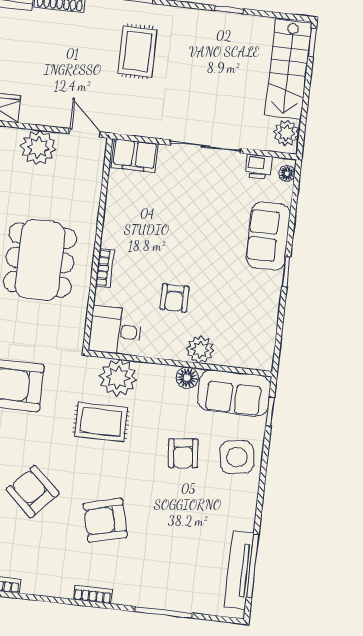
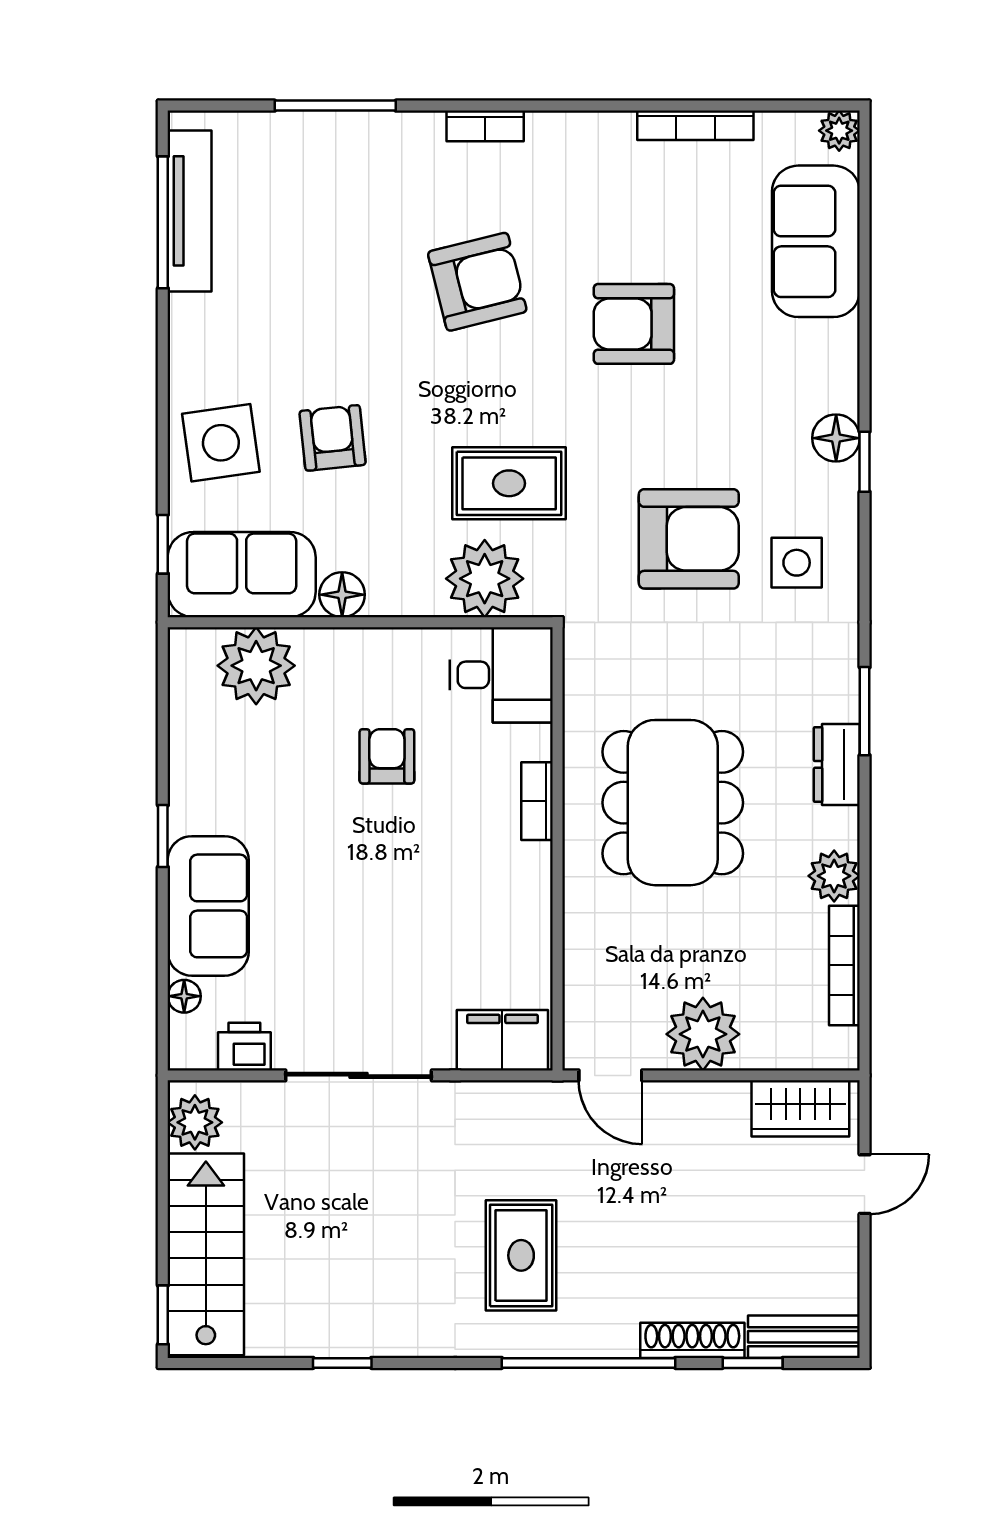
floor lamp: (287, 173) -> (184, 996), moved
plant: (200, 350) -> (256, 666), moved, width x1.36, depth x1.36
armchair: (33, 491) -> (634, 324), turned 137

